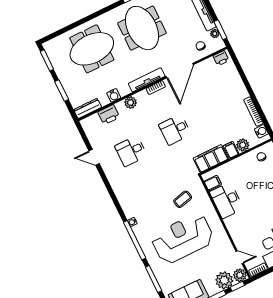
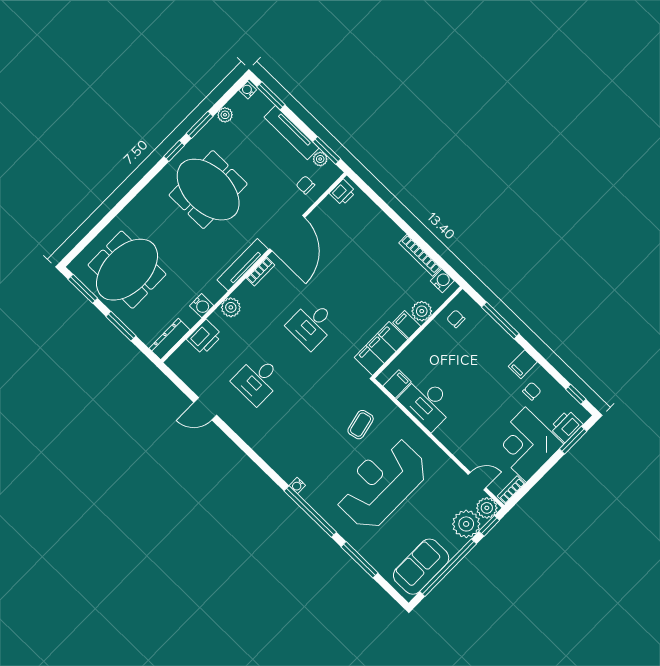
meeting table: (92, 49) -> (127, 270), moved

